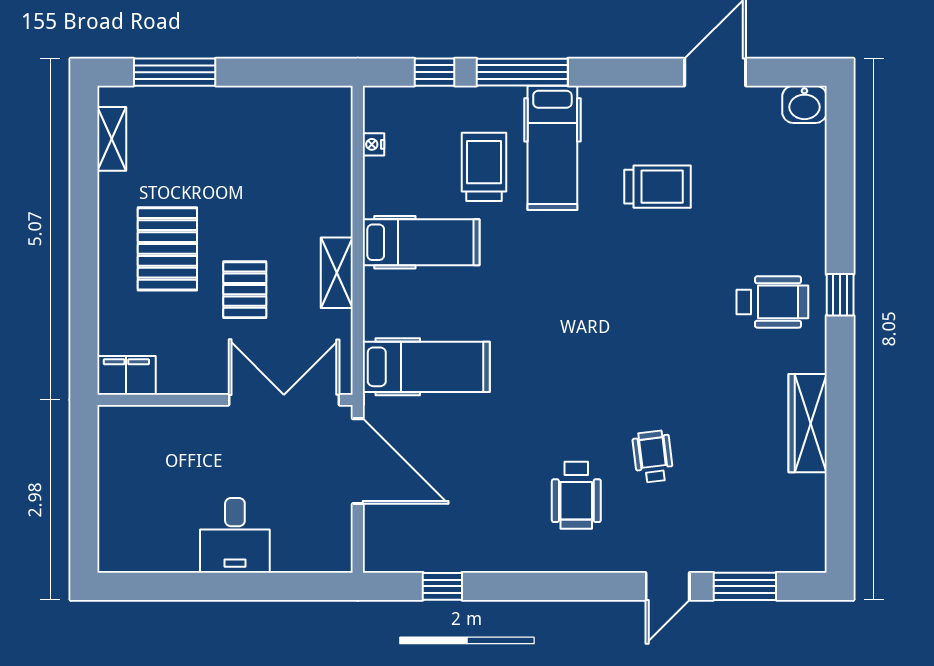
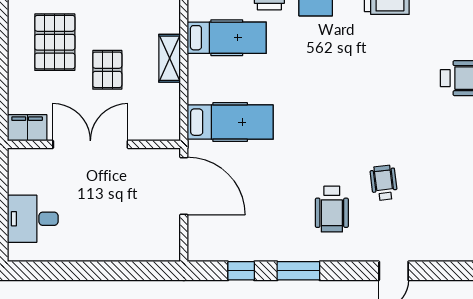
double door: (284, 400) -> (90, 144), moved
desk: (235, 535) -> (33, 219), moved, turned 90
window: (745, 586) -> (298, 271), moved

